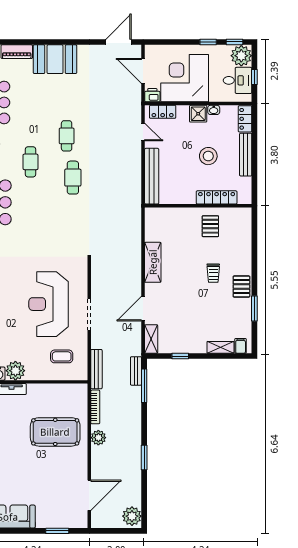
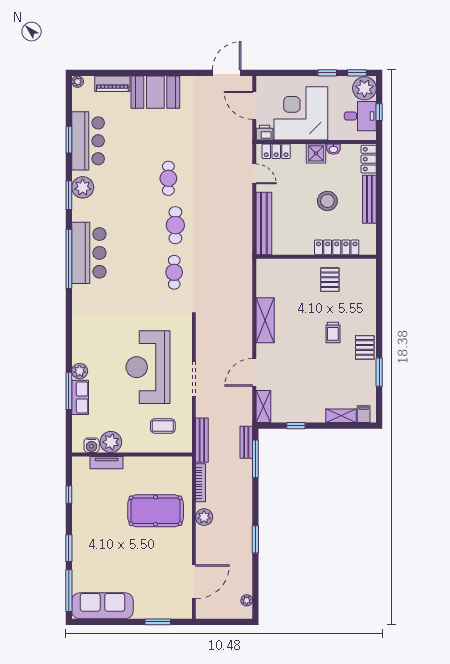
cafe table: (30, 162) -> (174, 272), moved
plant: (132, 516) -> (247, 600), width x0.53, depth x0.53

